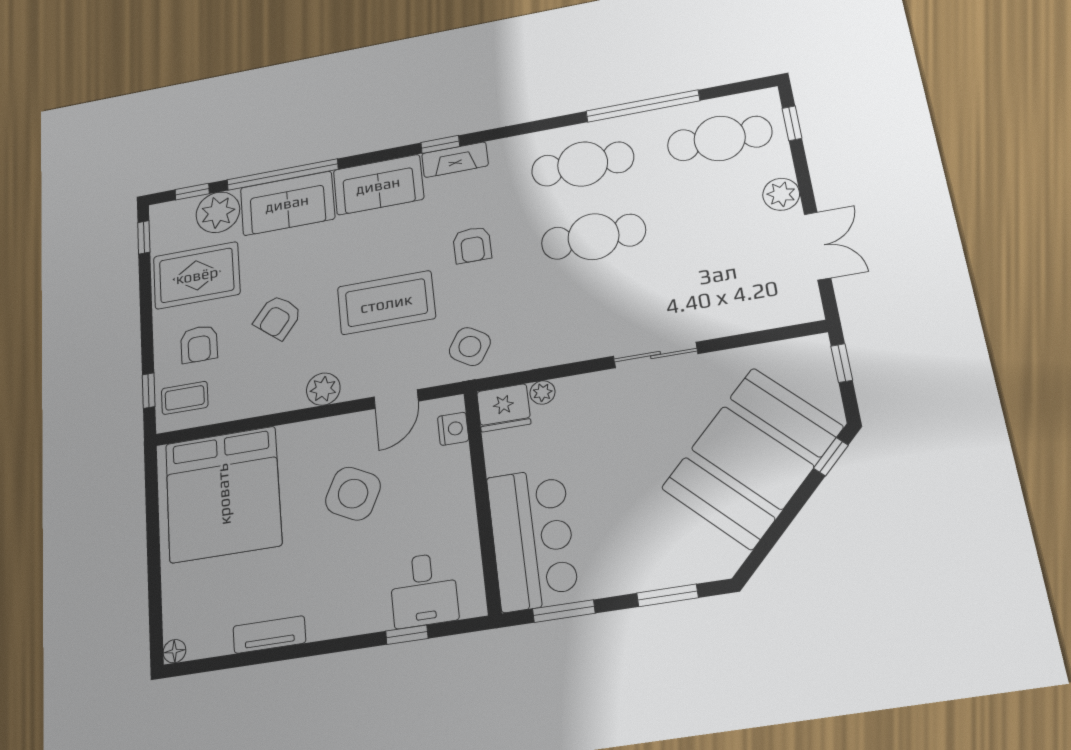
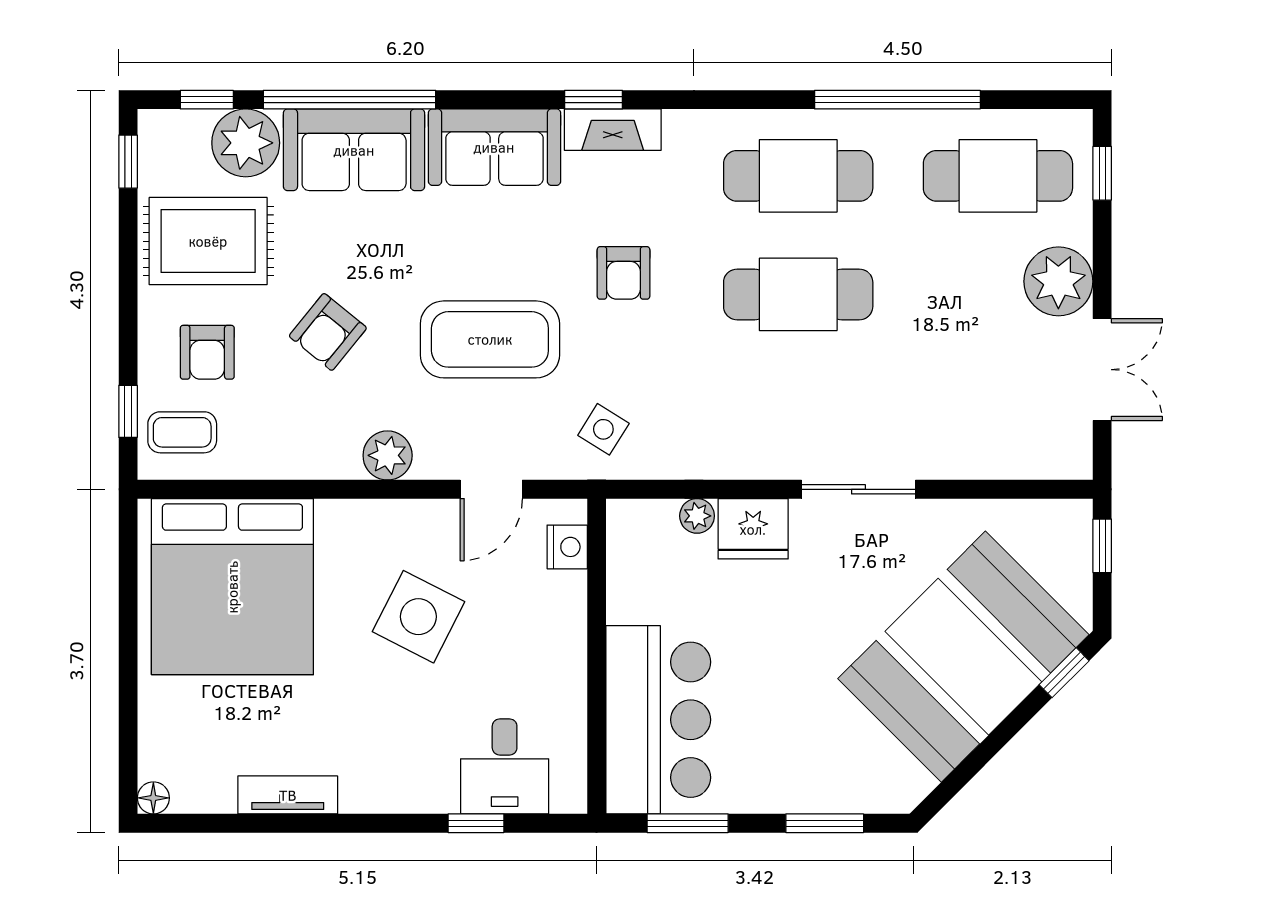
plant: (781, 194) -> (1058, 281), width x1.36, depth x1.36
side table: (470, 346) -> (603, 429), width x0.73, depth x0.73
fridge: (504, 408) -> (753, 529), moved

